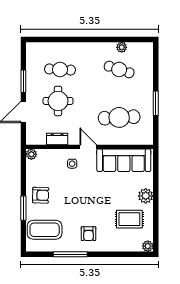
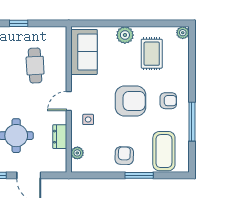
window: (156, 103) -> (19, 23), width x0.67
cafe table: (119, 117) -> (35, 66), width x0.73, depth x0.74
plant: (31, 154) -> (77, 153), moved
sofa: (124, 160) -> (84, 52), width x0.73
armchair: (88, 201) -> (130, 101), added

